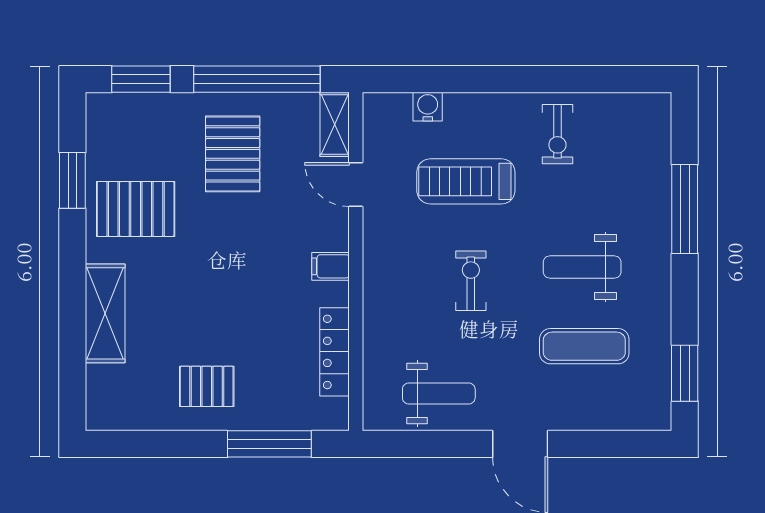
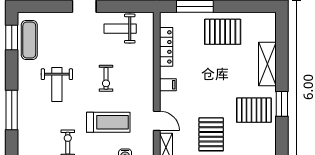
window: (72, 180) -> (282, 104), moved
weight bench: (582, 267) -> (57, 84), turned 90
exercise mat: (584, 346) -> (29, 40), moved, turned 90
pallet: (207, 386) -> (223, 32), width x1.50, depth x1.42

